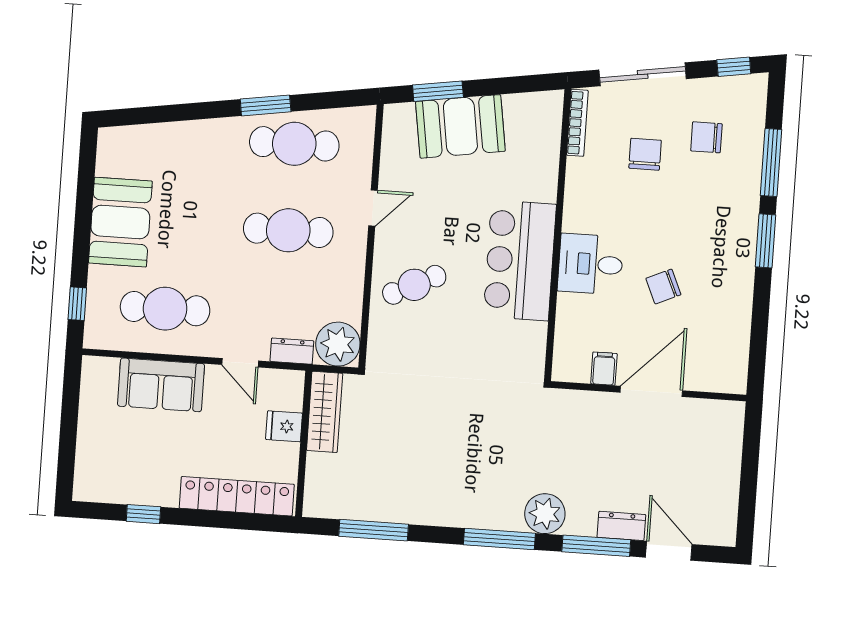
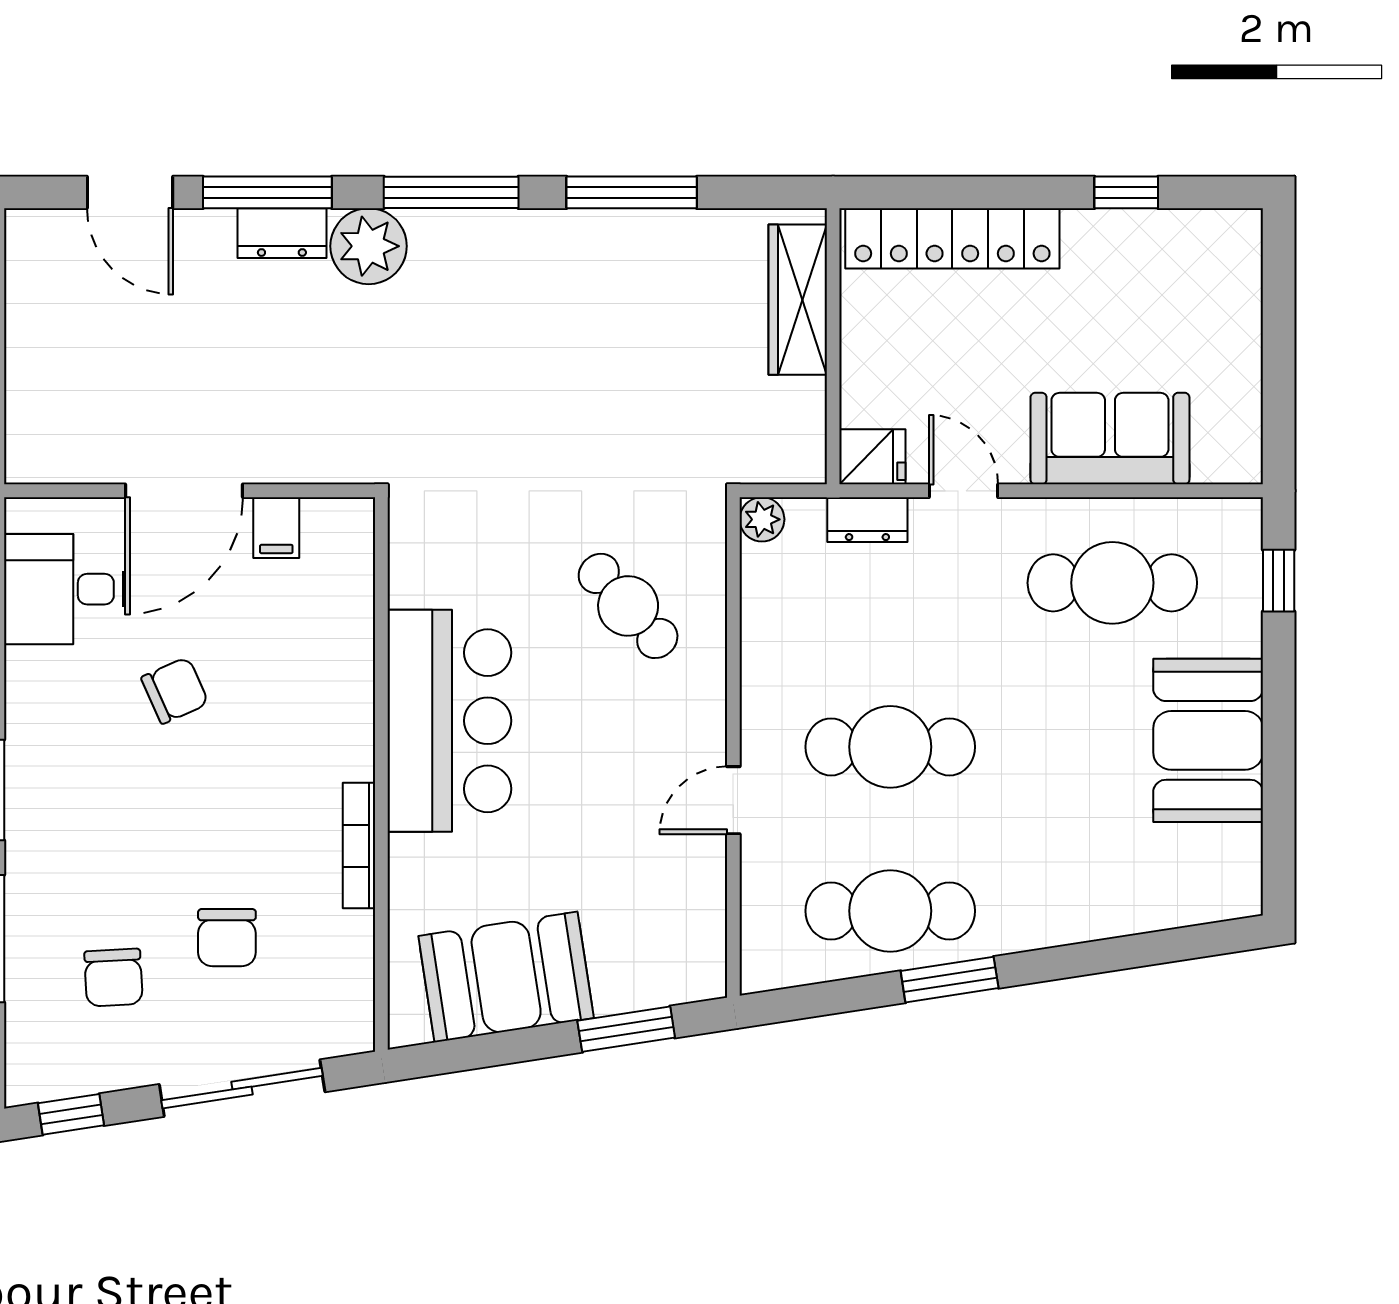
bookcase: (577, 123) -> (359, 846), moved
booth: (460, 126) -> (506, 977), moved
chair: (706, 137) -> (113, 978), turned 87
desk: (591, 264) -> (64, 589), moved, turned 180
cafe table: (414, 285) -> (628, 606), moved, turned 74
plant: (338, 344) -> (762, 519), width x0.53, depth x0.53
wardrobe: (325, 412) -> (798, 300), moved
fridge: (284, 426) -> (872, 457), moved
dresser: (621, 526) -> (282, 233), moved
window: (374, 530) -> (632, 192), moved

